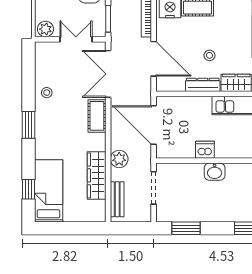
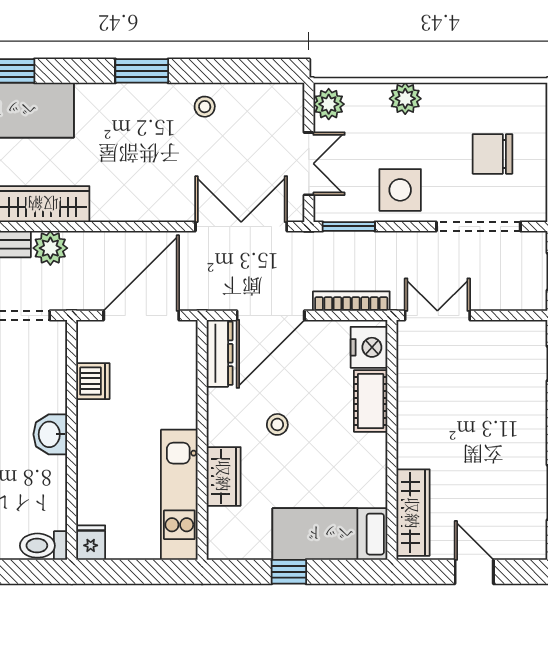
dresser: (203, 85) -> (220, 353), moved
cot: (97, 116) -> (159, 205), removed
dishwasher: (205, 150) -> (93, 381), moved
plant: (119, 159) -> (50, 248), moved

